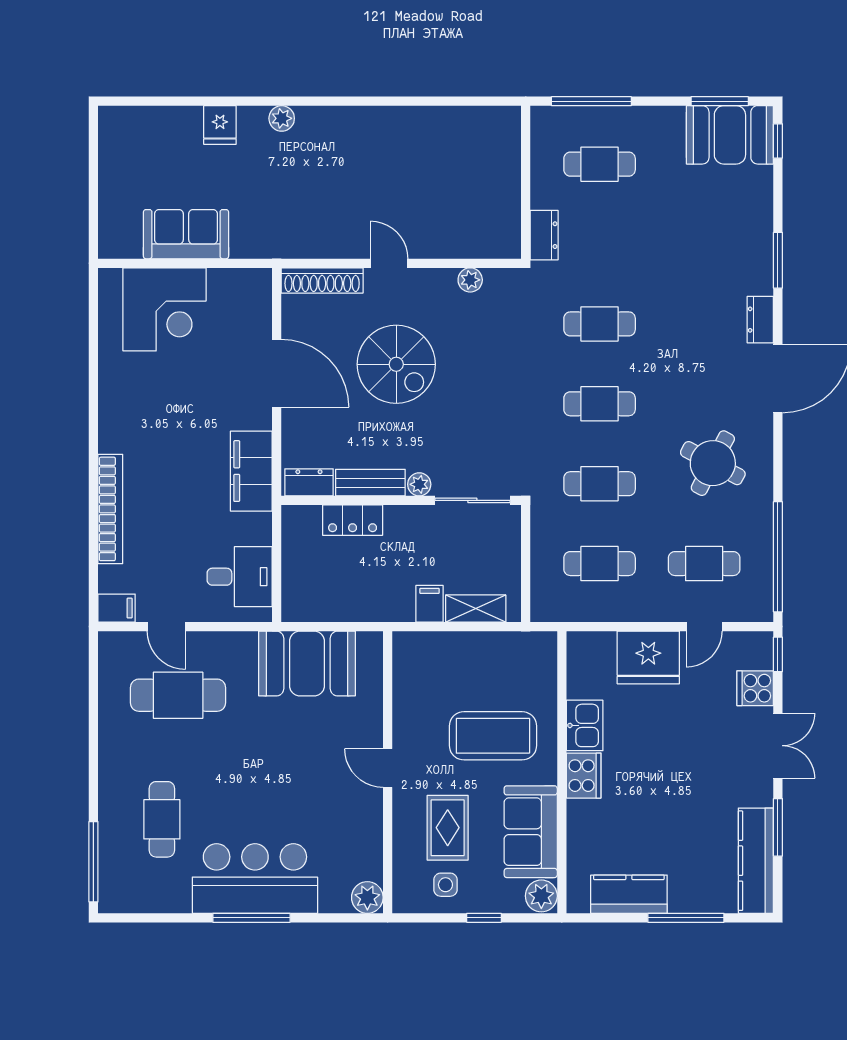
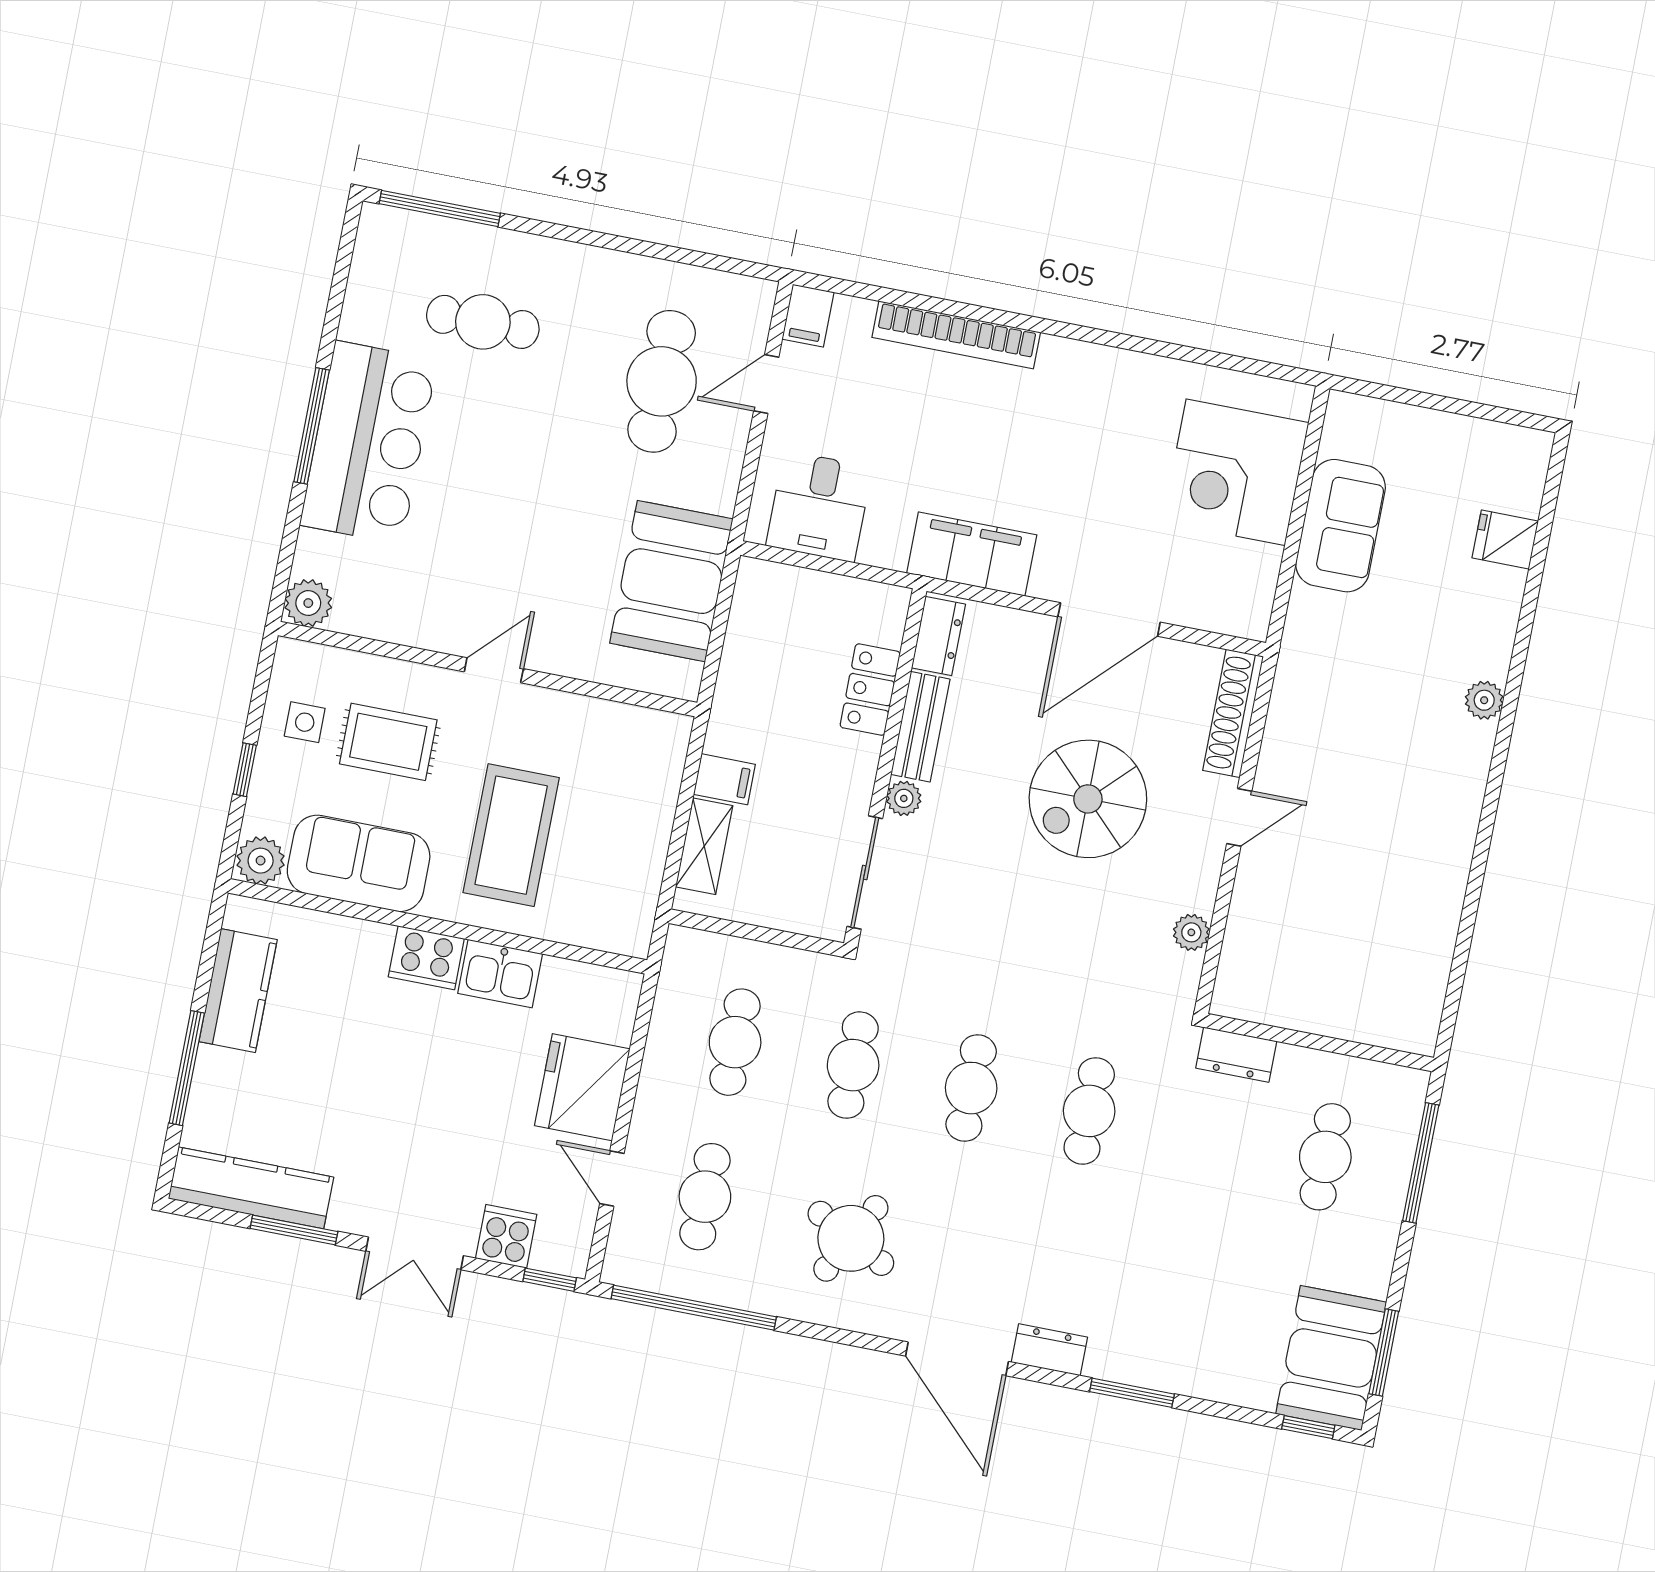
fridge: (220, 125) -> (1505, 540), moved

